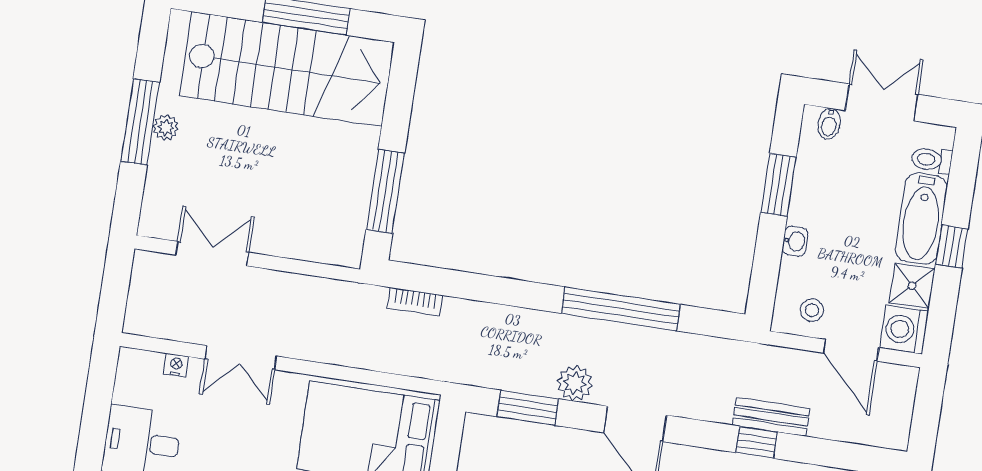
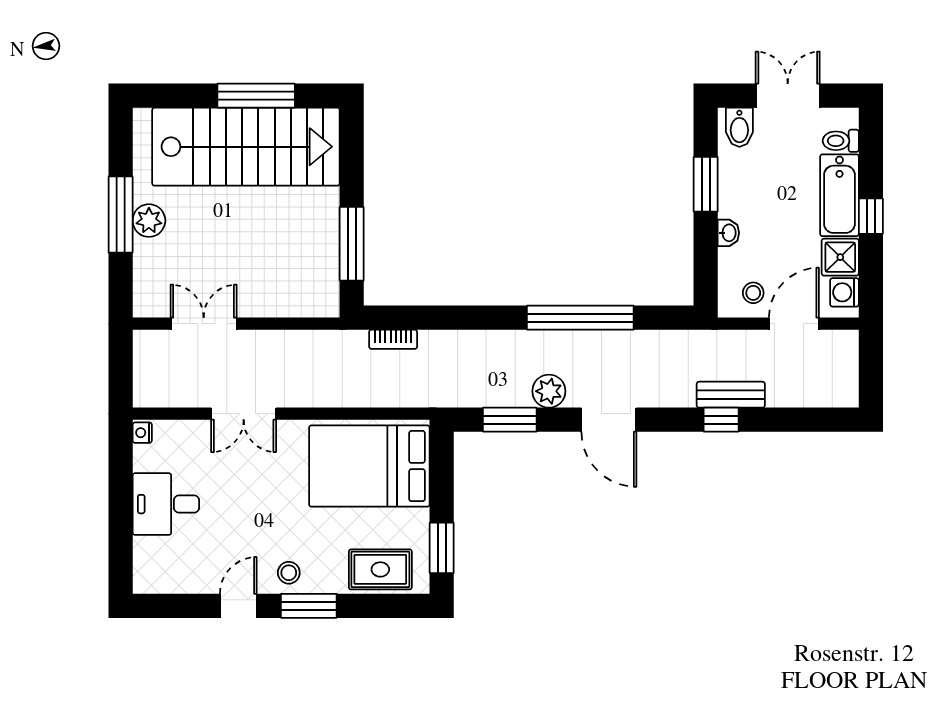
bidet: (829, 124) -> (739, 127), width x1.38, depth x1.36
plant: (166, 128) -> (149, 221), width x1.38, depth x1.38
washing machine: (904, 330) -> (844, 292), width x0.73, depth x0.73
door: (851, 350) -> (794, 324), swing flipped
nightstand: (176, 365) -> (142, 433), moved, turned -90

